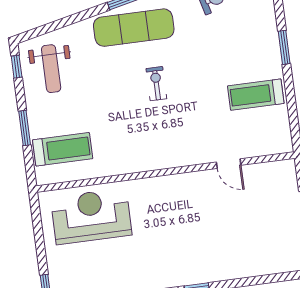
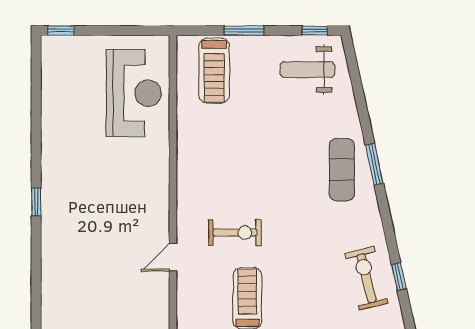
exercise mat: (134, 28) -> (342, 170), width x0.73, depth x0.69
exercise bike: (156, 84) -> (235, 233), moved, width x1.38, depth x1.39

